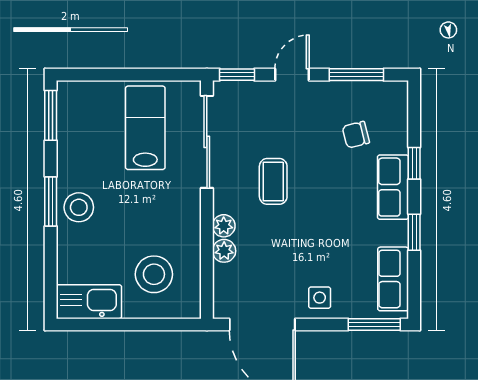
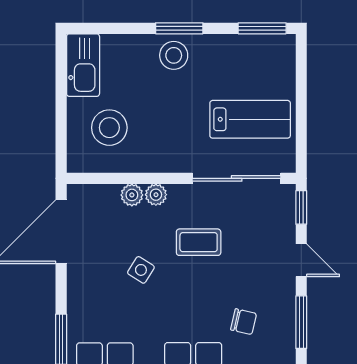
chair: (356, 135) -> (243, 322), turned 117
side table: (320, 298) -> (141, 270), moved, turned 32

